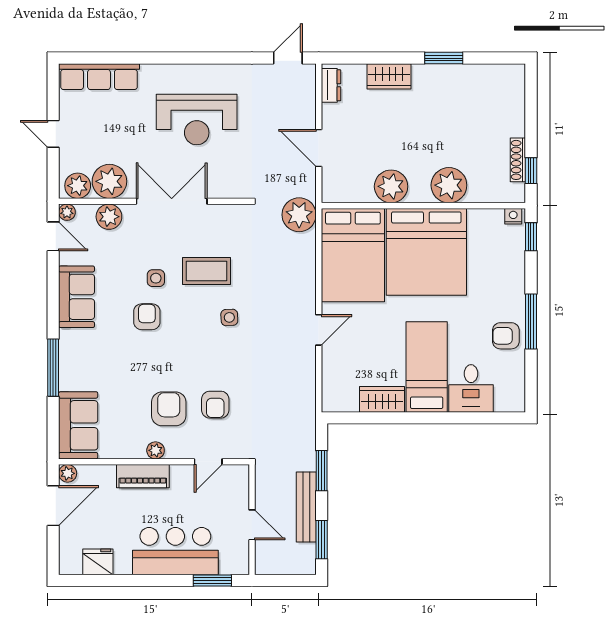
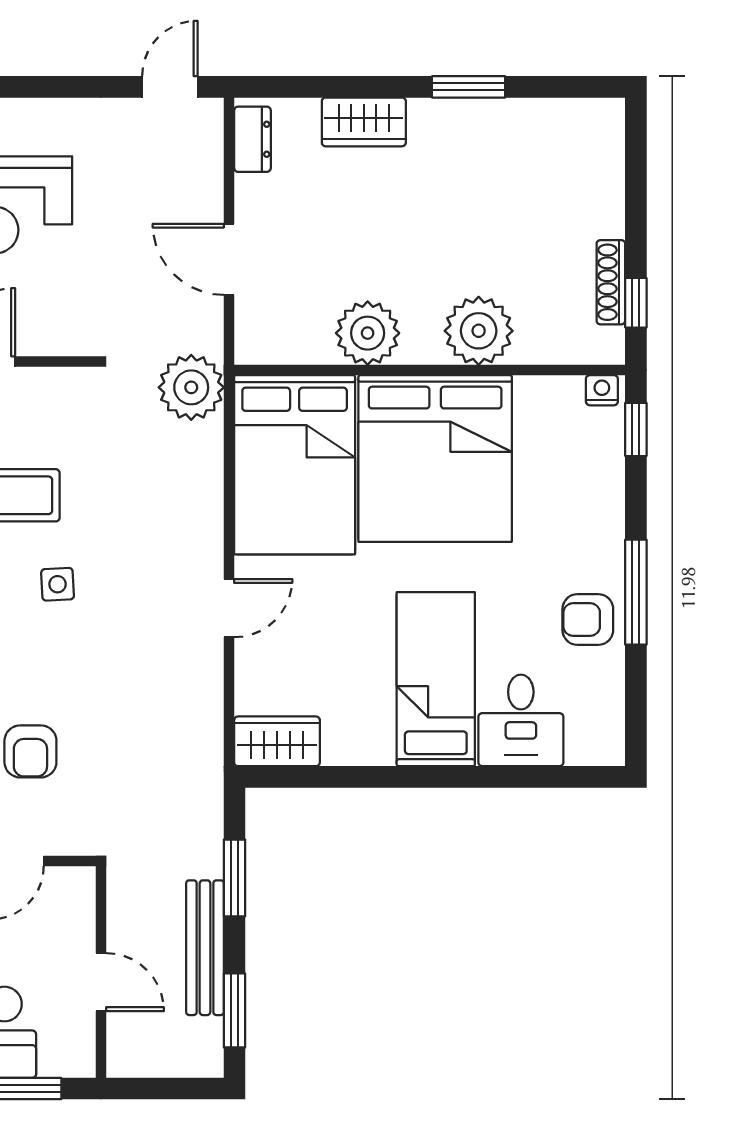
wardrobe: (382, 399) -> (277, 741), moved

